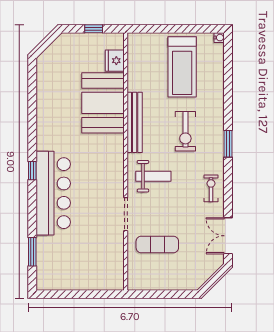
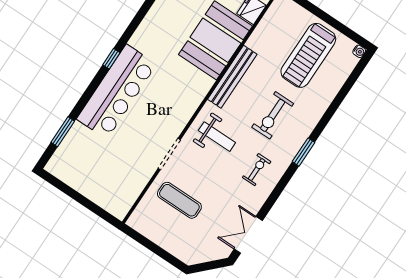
exercise bike: (211, 188) -> (257, 170), moved

